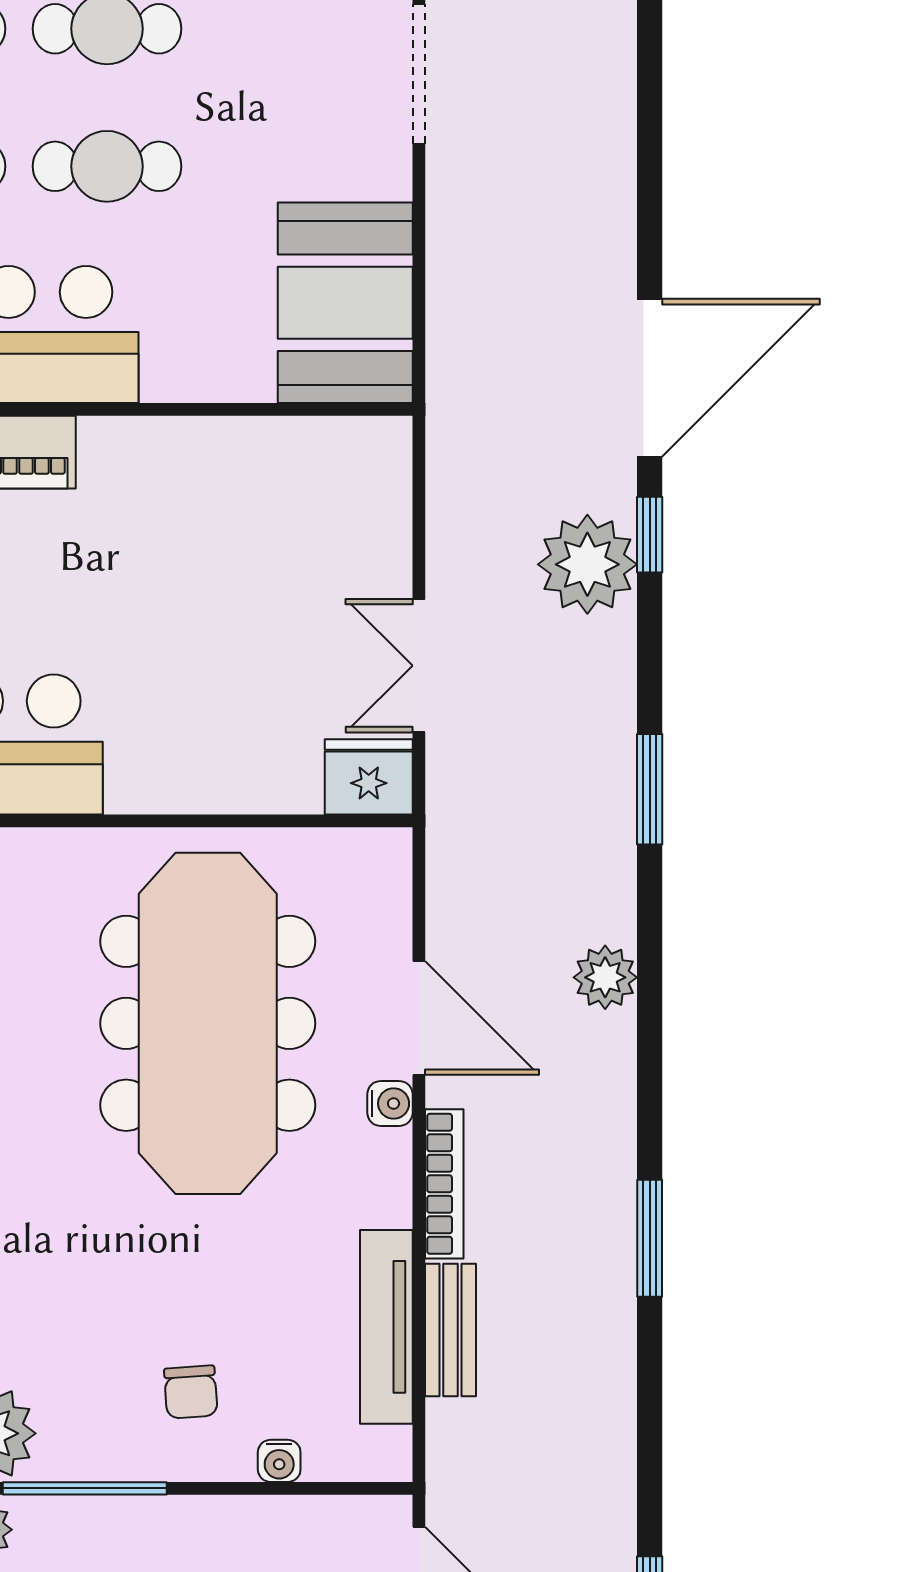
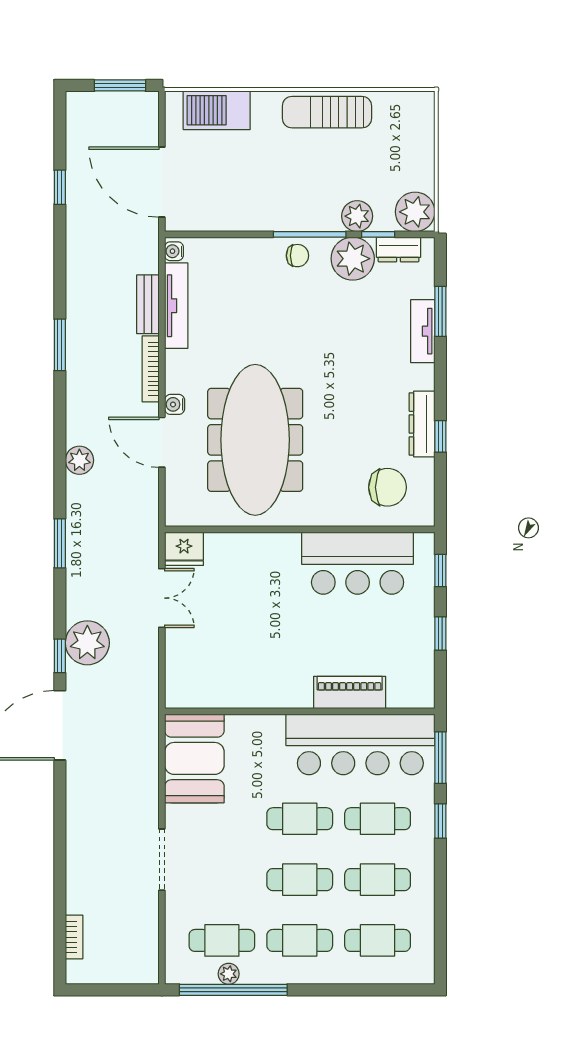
chair: (191, 1392) -> (297, 256), moved, turned 94
water cooler: (279, 1461) -> (174, 251), moved, turned -90

